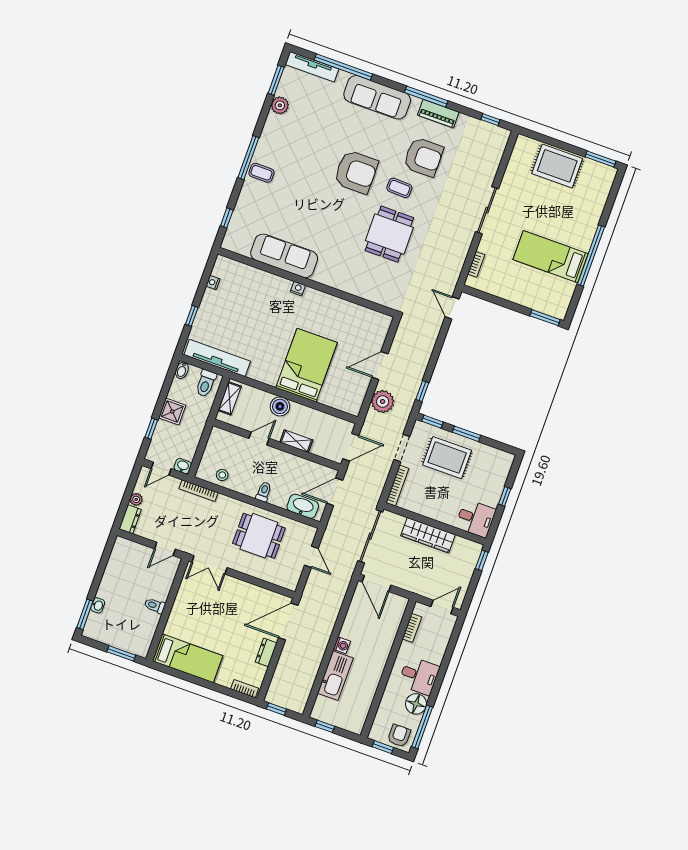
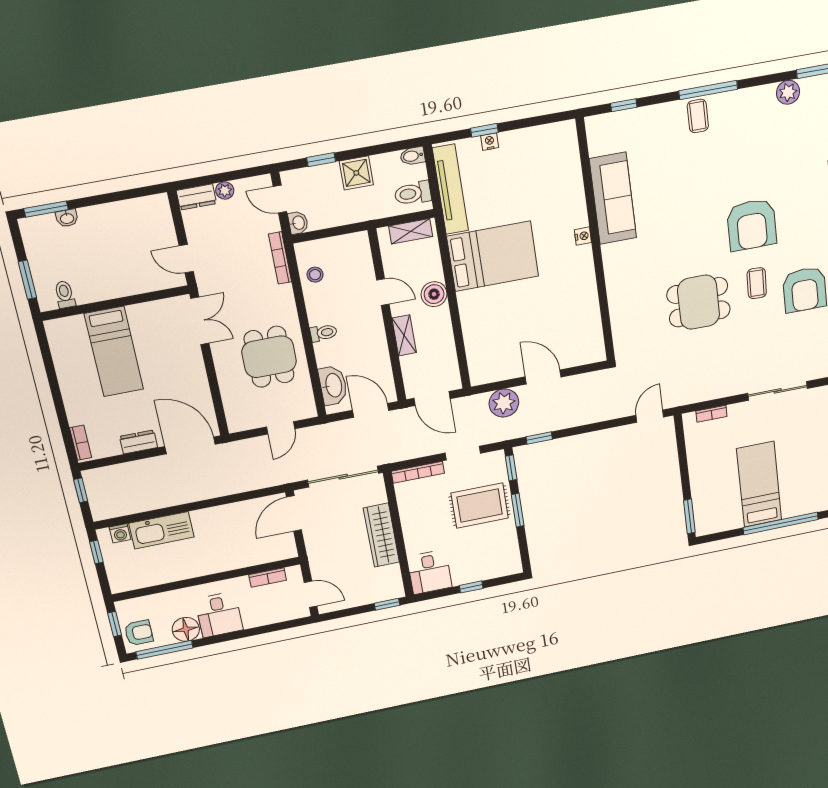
nightstand: (213, 282) -> (490, 142), moved
bed: (306, 365) -> (493, 256), moved
rug: (447, 458) -> (480, 506), turned 90
double door: (209, 565) -> (200, 321), swing flipped
toilet: (155, 606) -> (65, 294), moved
washing machine: (342, 645) -> (120, 533), moved
bed: (188, 658) -> (114, 352), moved

